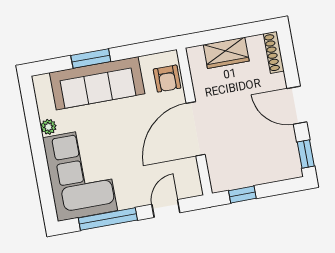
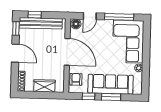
window: (135, 50) -> (89, 96), added
door: (196, 129) -> (67, 52), hinge flipped
bench: (259, 174) -> (41, 23), added
floor lamp: (190, 187) -> (76, 24), added
window: (242, 194) -> (35, 15), moved

